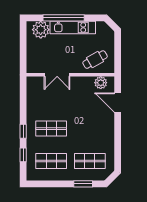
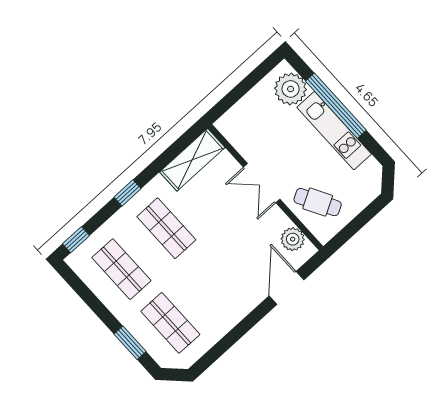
double door: (57, 75) -> (262, 183), moved
shelving: (33, 94) -> (192, 160), added
window: (23, 155) -> (76, 240), moved

